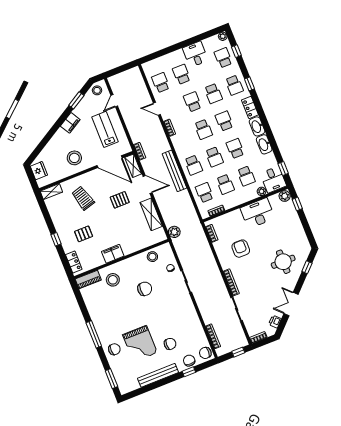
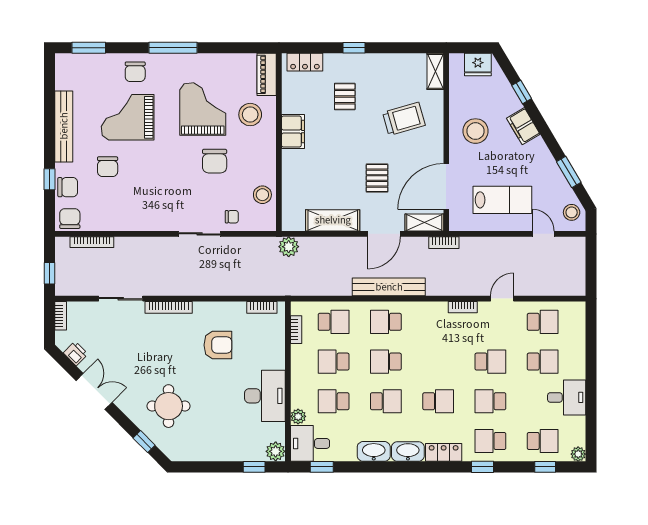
filing cabinet: (70, 123) -> (523, 126), moved
school desk: (203, 129) -> (438, 362), removed
window: (44, 142) -> (522, 92), added
grand piano: (120, 306) -> (203, 109), added

